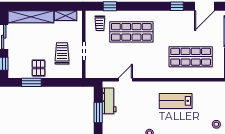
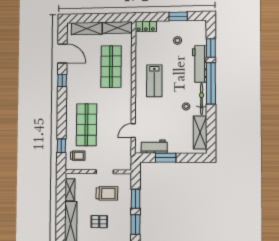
trolley: (62, 53) -> (107, 193), turned 180
pallet: (38, 68) -> (99, 222), moved
door: (125, 80) -> (133, 131), hinge flipped
window: (57, 82) -> (136, 199), added

